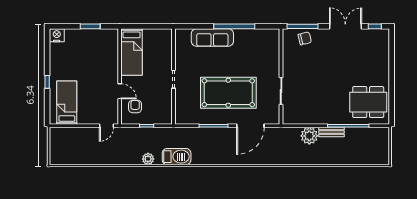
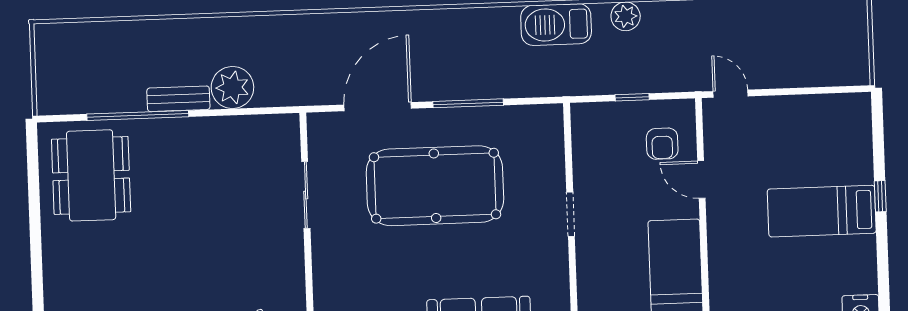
dining table: (368, 102) -> (91, 175), turned 90
bed: (67, 103) -> (822, 211), moved, turned 90
door: (107, 126) -> (730, 94), hinge flipped

